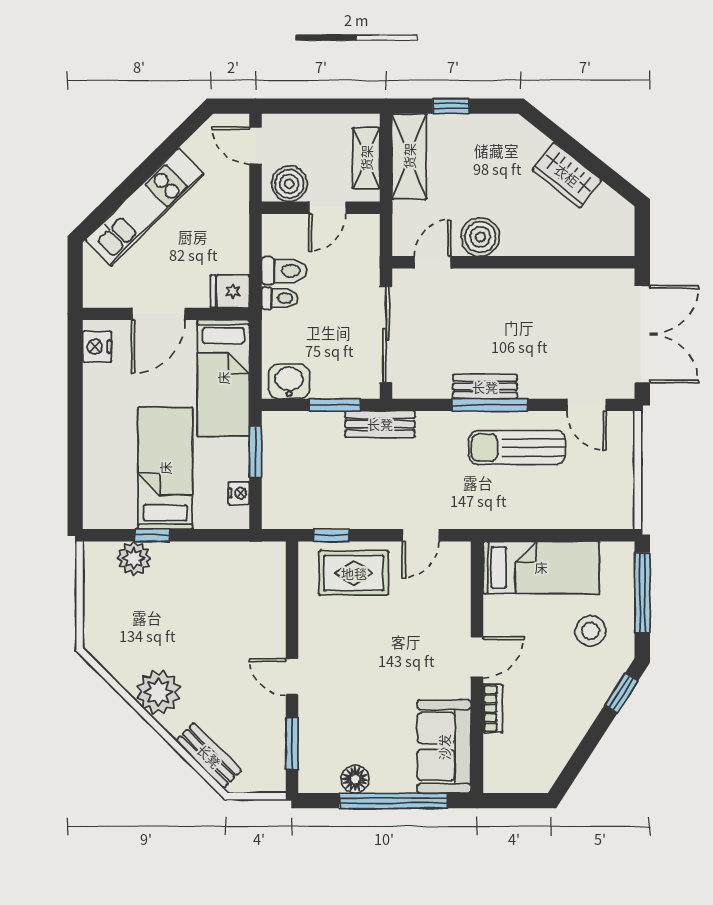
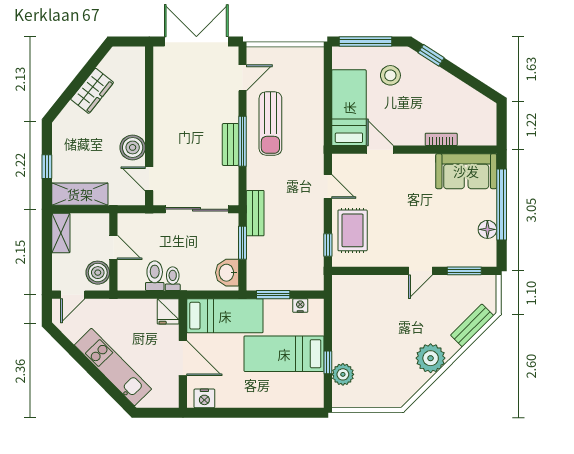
shelving: (366, 158) -> (61, 233), moved, turned 90
door: (477, 657) -> (380, 150), moved

